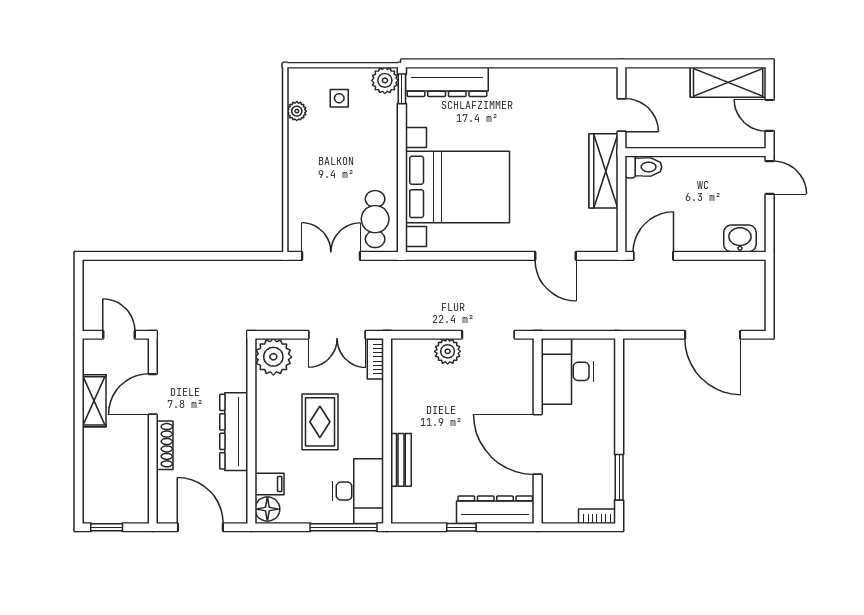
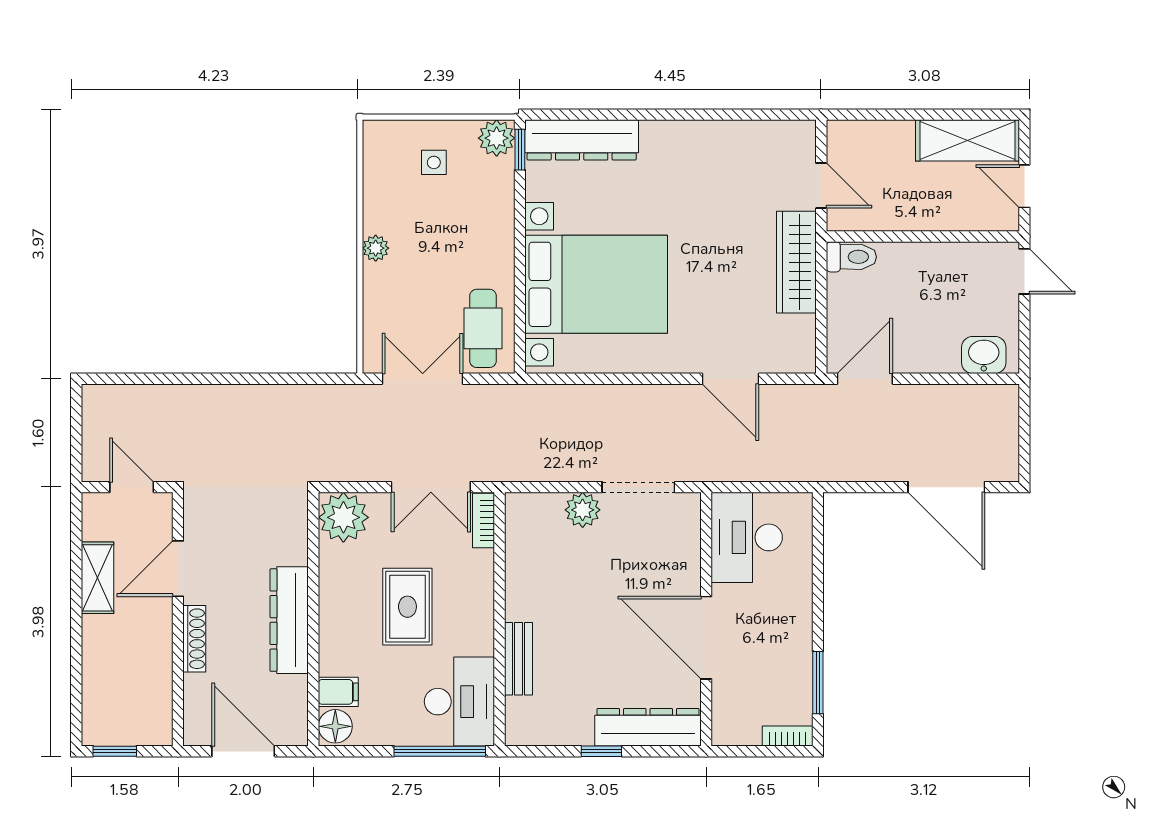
plant: (297, 111) -> (376, 248), moved

